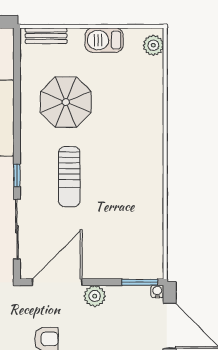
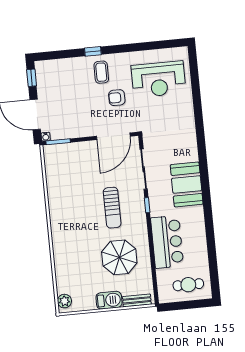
barbecue: (104, 40) -> (109, 300), moved
sun lounger: (69, 177) -> (112, 208), turned 180
plant: (95, 296) -> (87, 130), removed

